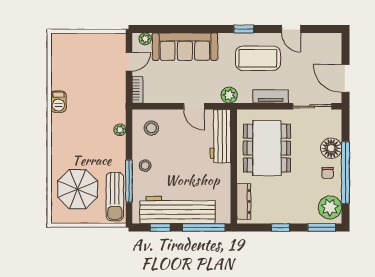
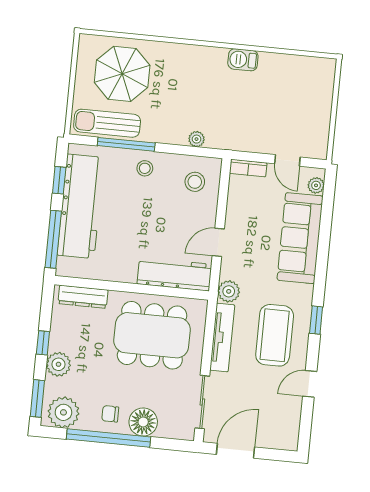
tv unit: (271, 96) -> (222, 337), width x1.41
plant: (295, 215) -> (58, 364), added

